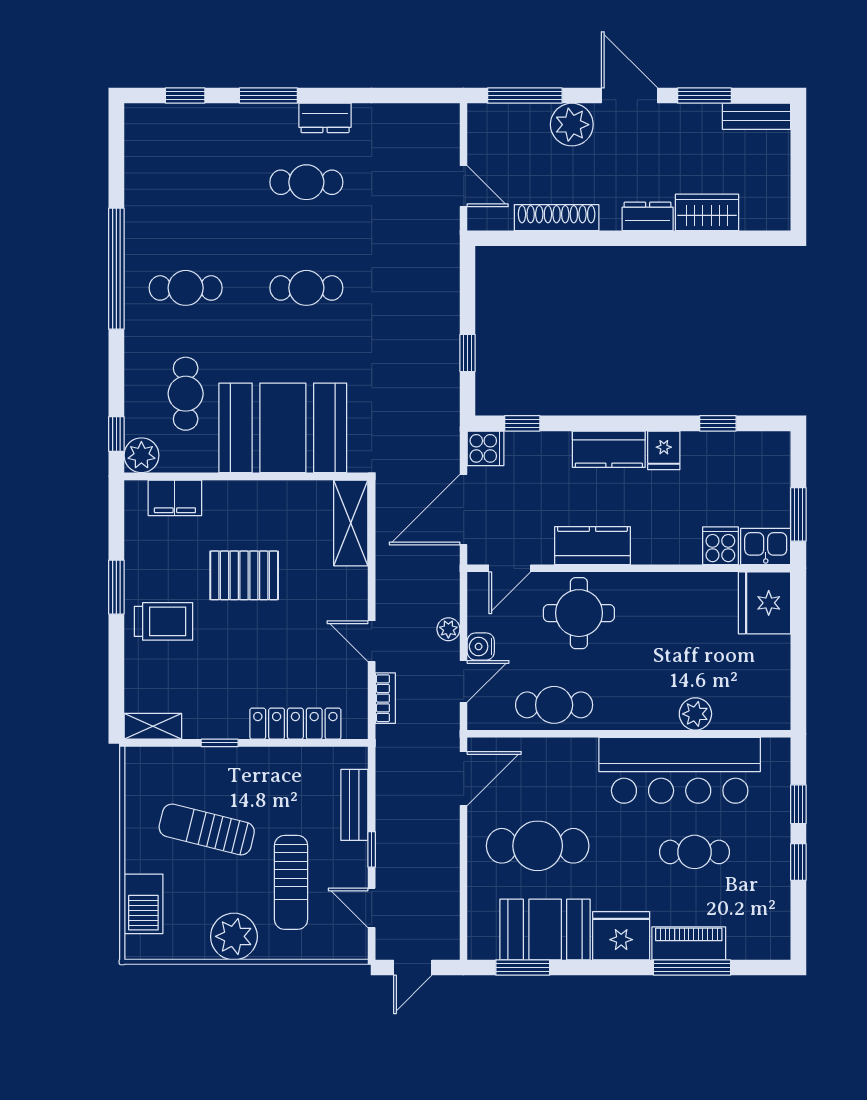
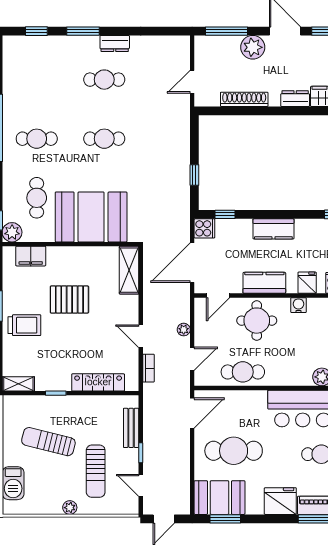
door: (464, 186) -> (192, 82), swing flipped
fridge: (664, 450) -> (307, 283), moved, turned 180
water cooler: (481, 646) -> (299, 305), moved, turned 90
booth: (545, 930) -> (219, 498), moved
plant: (234, 936) -> (70, 508), width x0.53, depth x0.53

